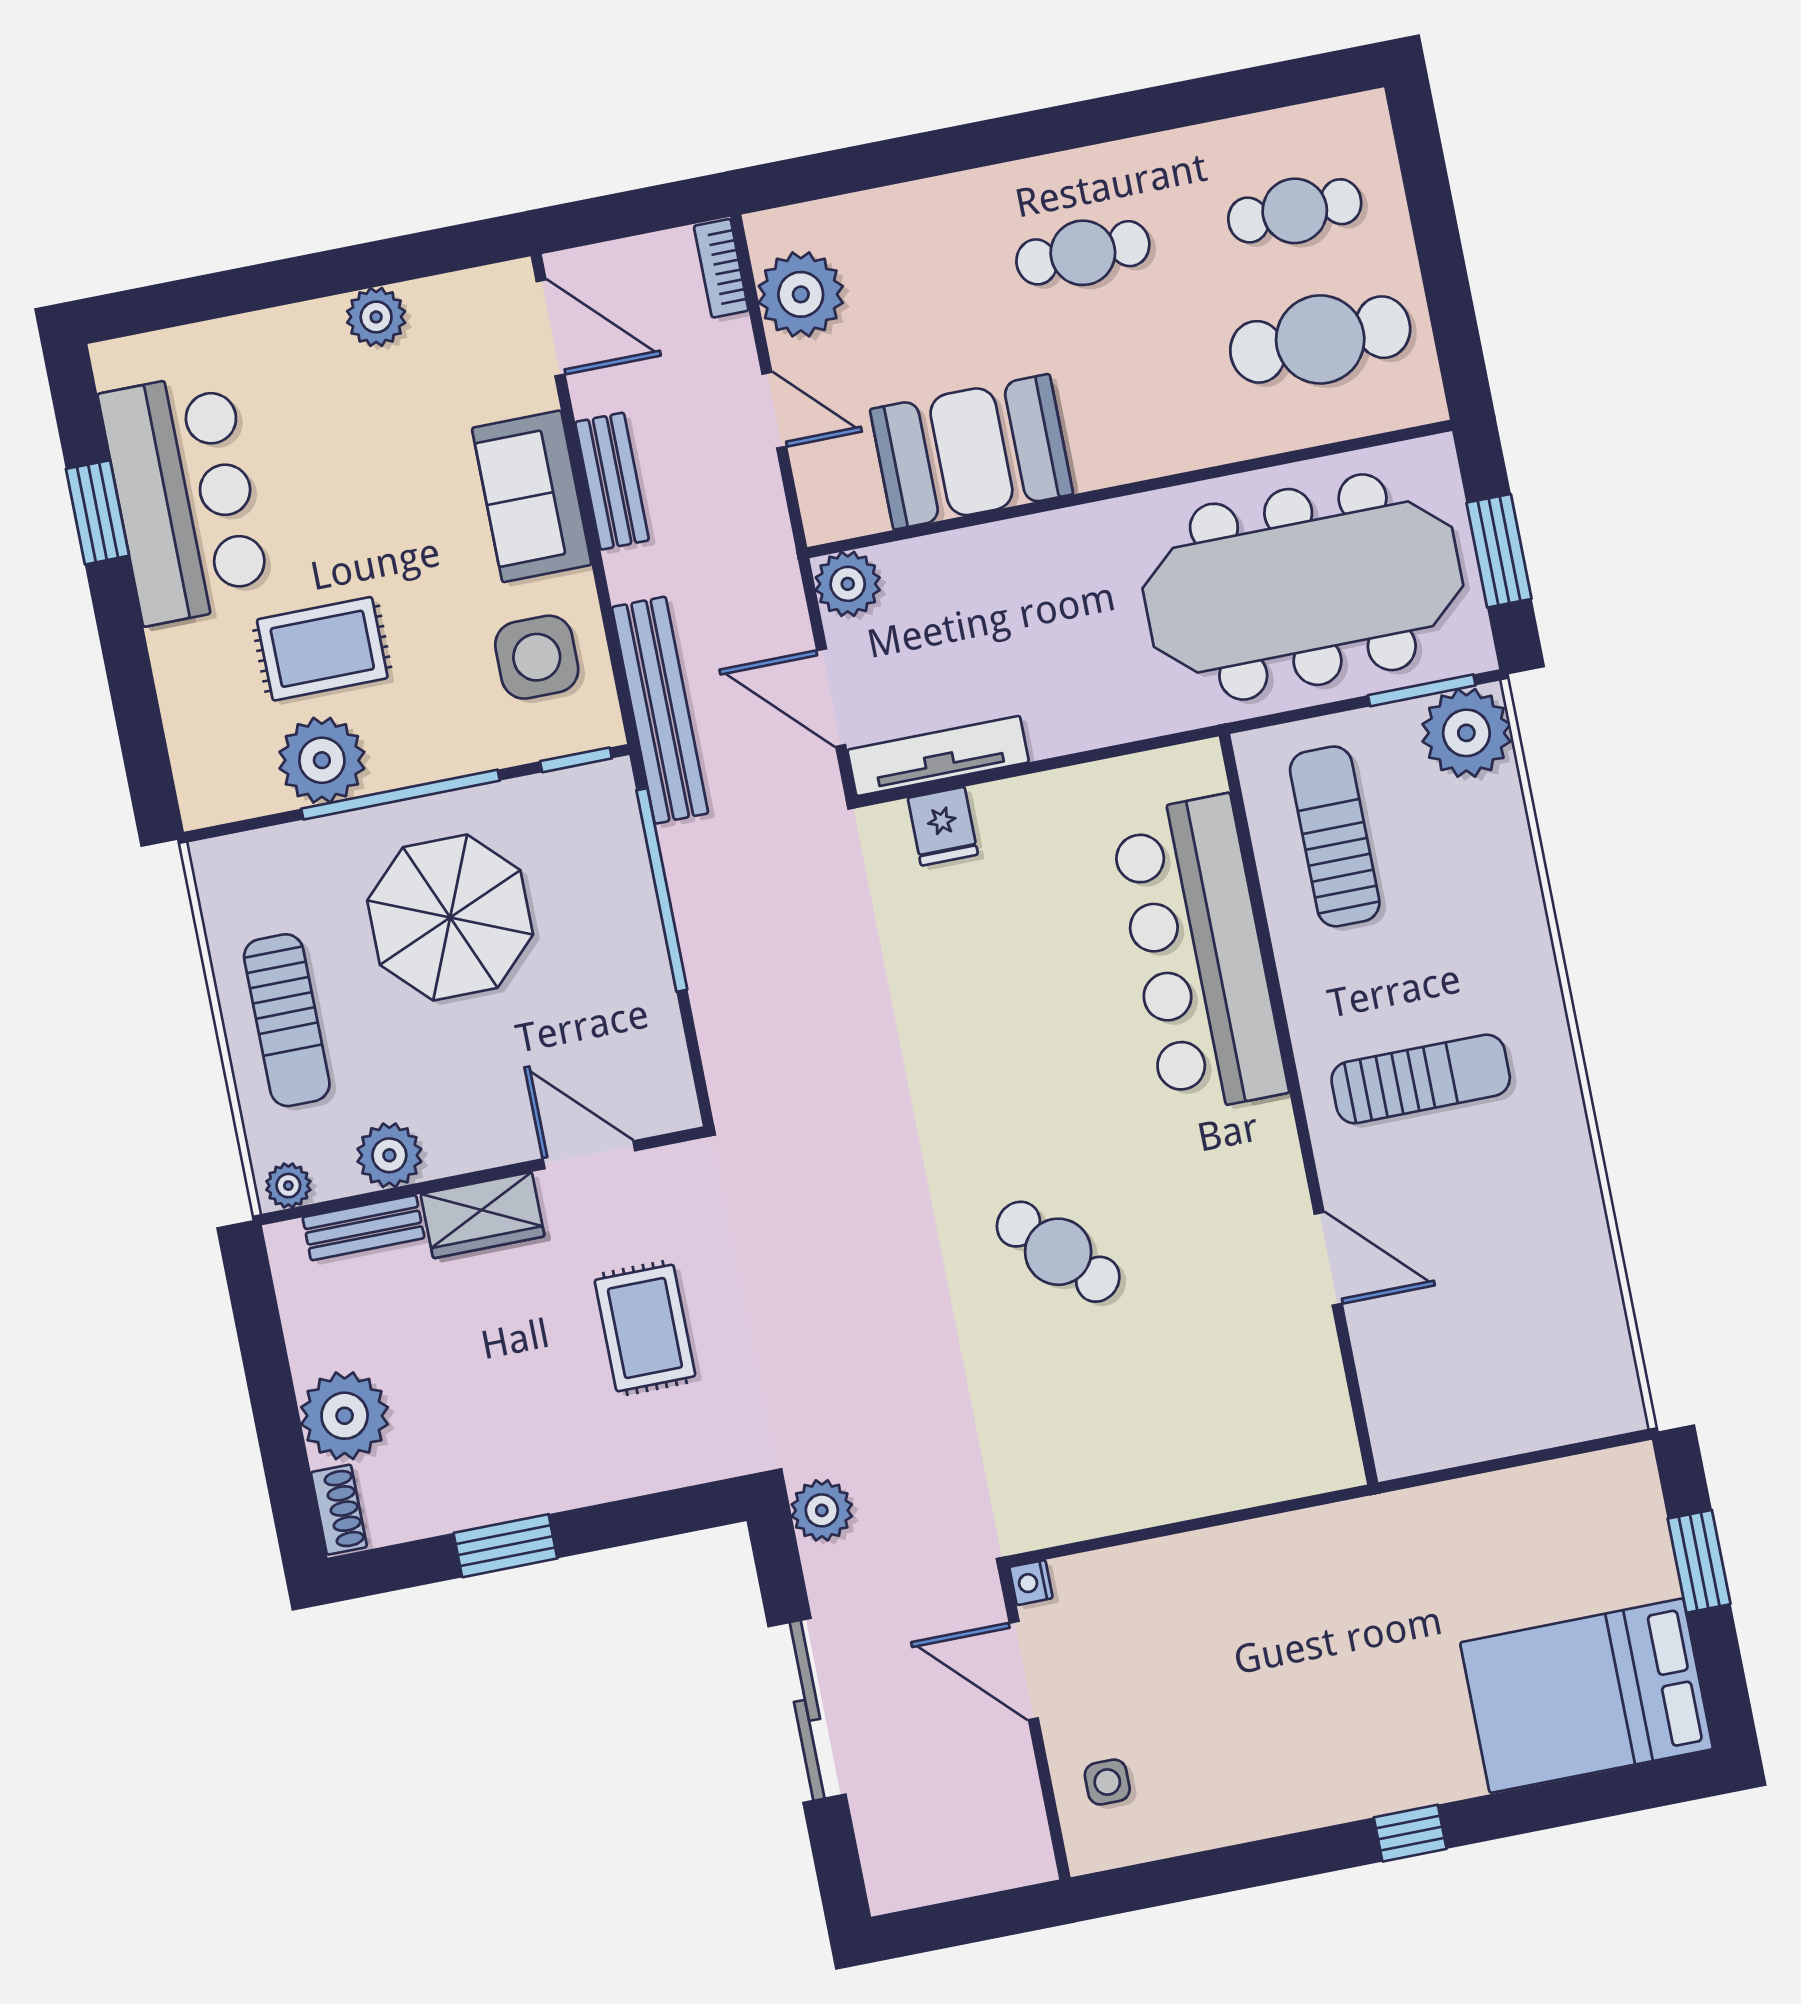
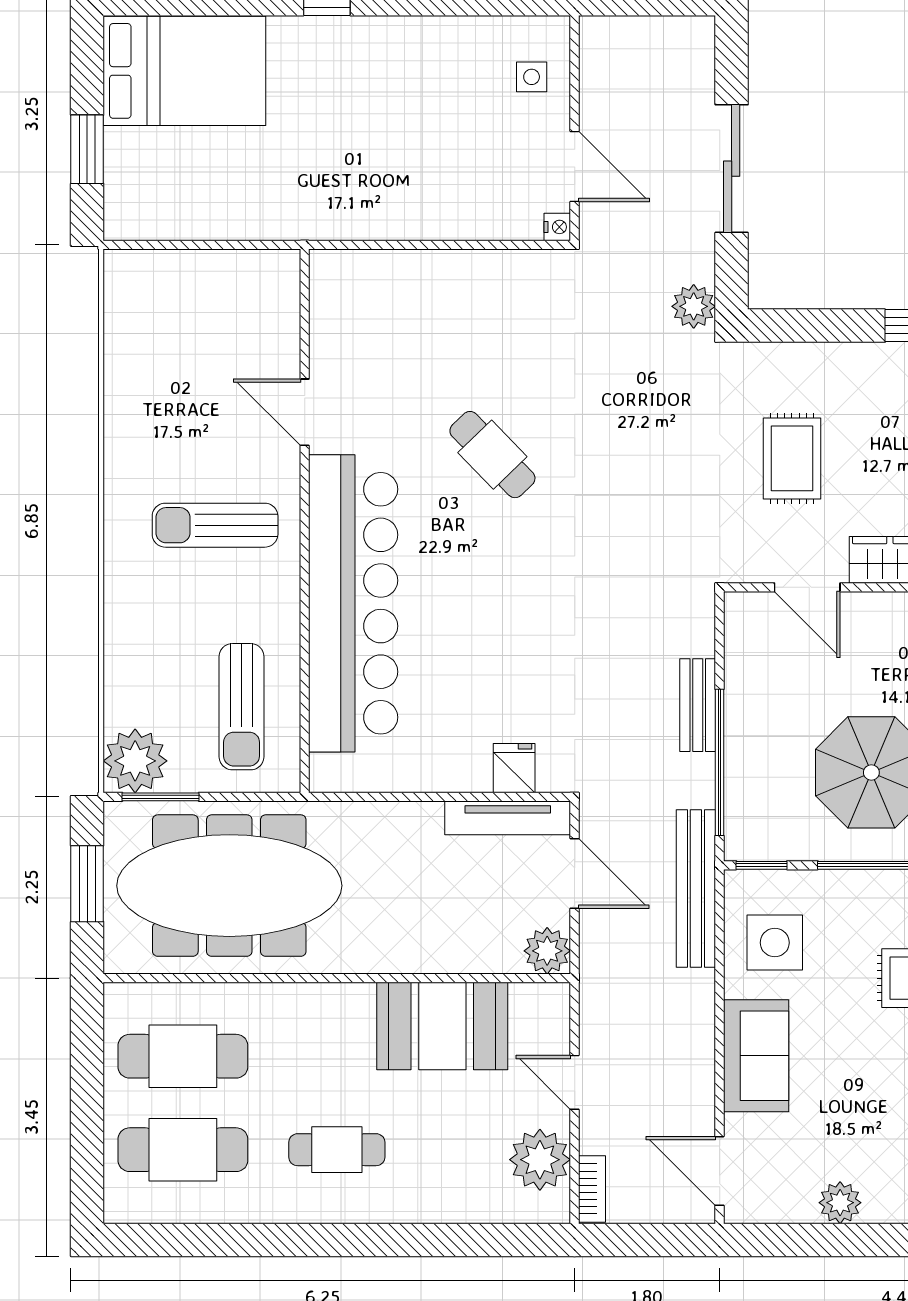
cafe table: (1295, 211) -> (183, 1150), width x1.37, depth x1.35
bench: (612, 481) -> (698, 705), moved
bar counter: (1199, 955) -> (353, 603), width x1.36

